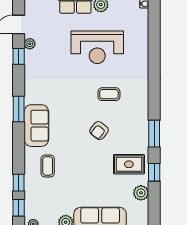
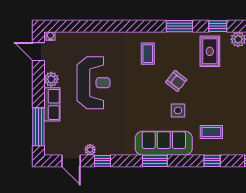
coffee table: (109, 94) -> (148, 54), moved
sofa: (36, 126) -> (164, 143), width x1.36
side table: (69, 132) -> (178, 110), added
window: (19, 183) -> (212, 161), moved

